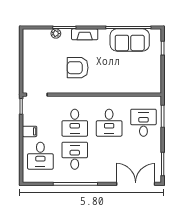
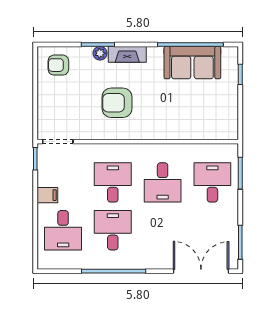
plant: (56, 34) -> (100, 53), moved
armchair: (37, 42) -> (58, 65), added
desk: (75, 123) -> (113, 182), turned 180

